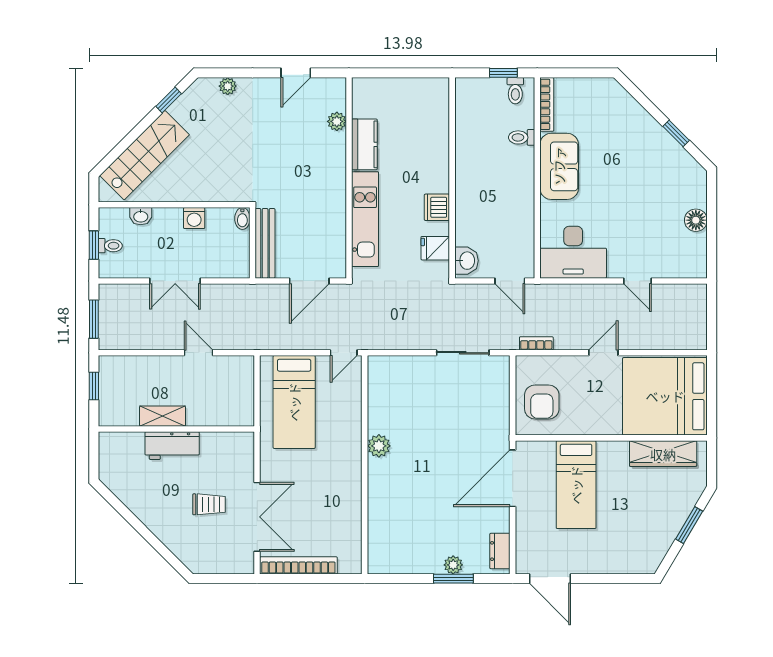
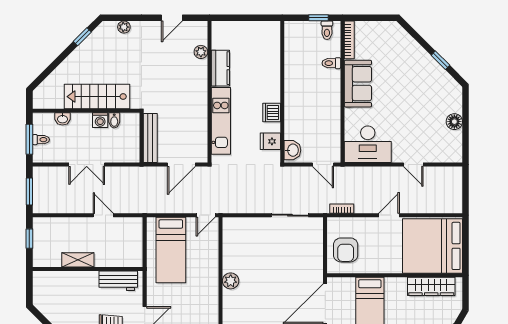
stairs: (144, 155) -> (97, 97), moved, turned -135
bidet: (242, 219) -> (114, 120), moved
window: (94, 245) -> (29, 139), width x1.50
workbench: (172, 446) -> (118, 281), moved

